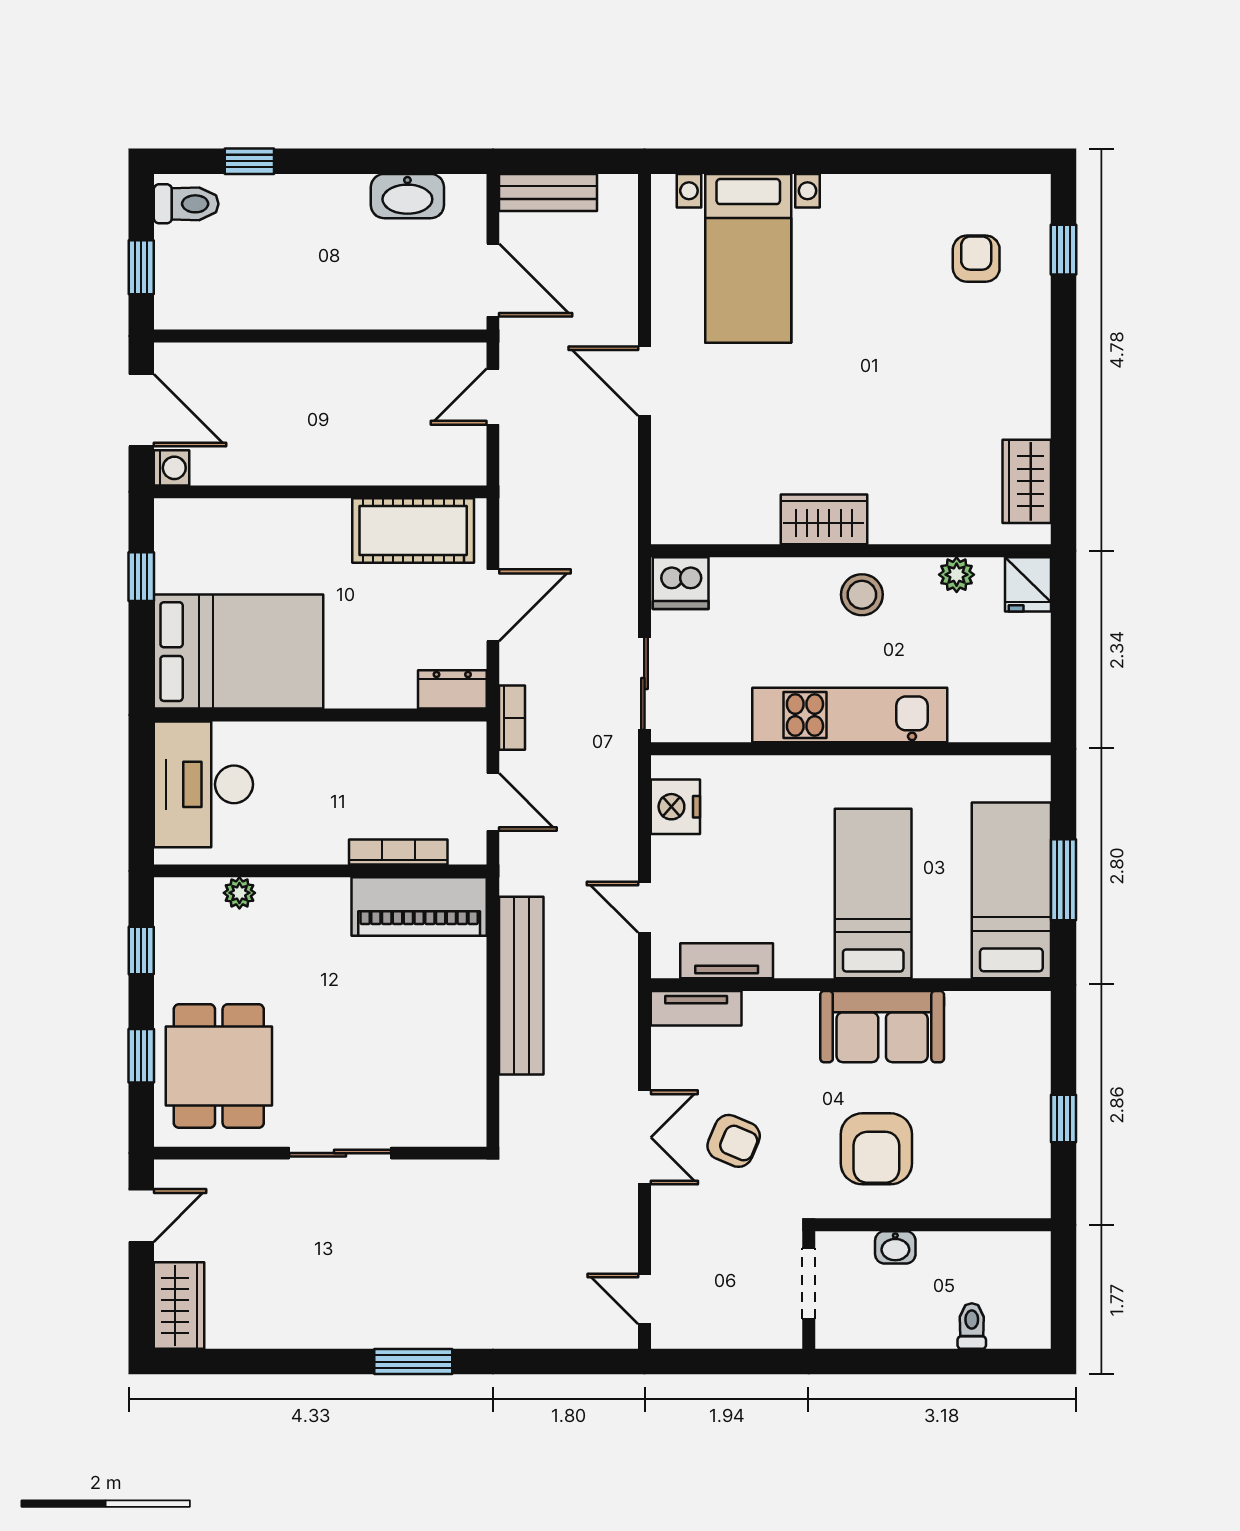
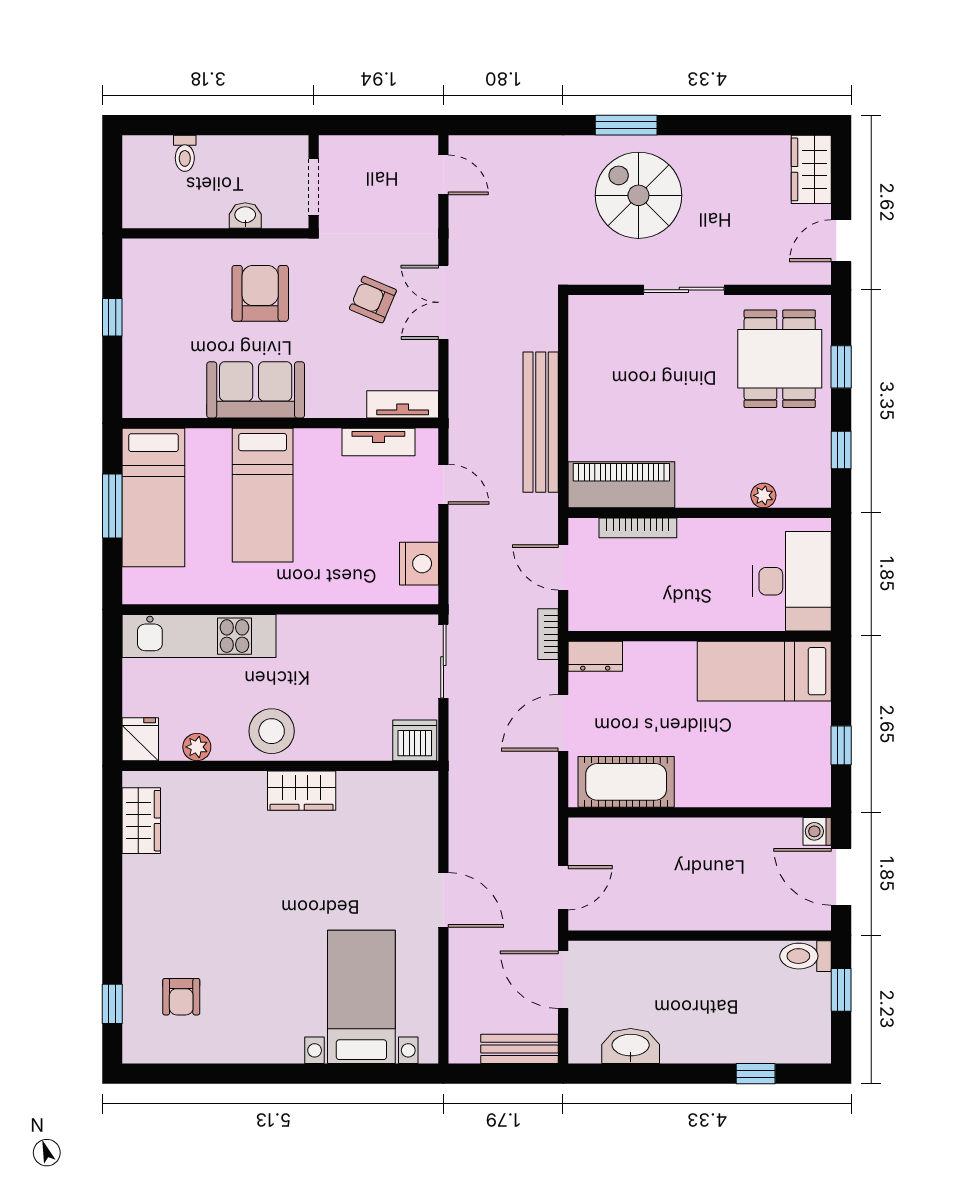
toilet: (186, 204) -> (806, 956), moved
stool: (862, 595) -> (272, 731), width x1.38, depth x1.38
bed: (238, 652) -> (764, 671), width x0.67
kitchen unit: (850, 715) -> (199, 636), moved
spiral stairs: (398, 1273) -> (638, 195), added

